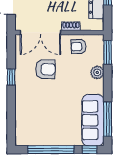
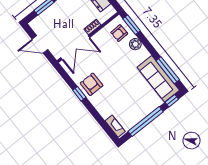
armchair: (78, 47) -> (119, 33), moved
armchair: (45, 69) -> (92, 84), moved, turned -90
fireplace: (20, 132) -> (115, 126), added

